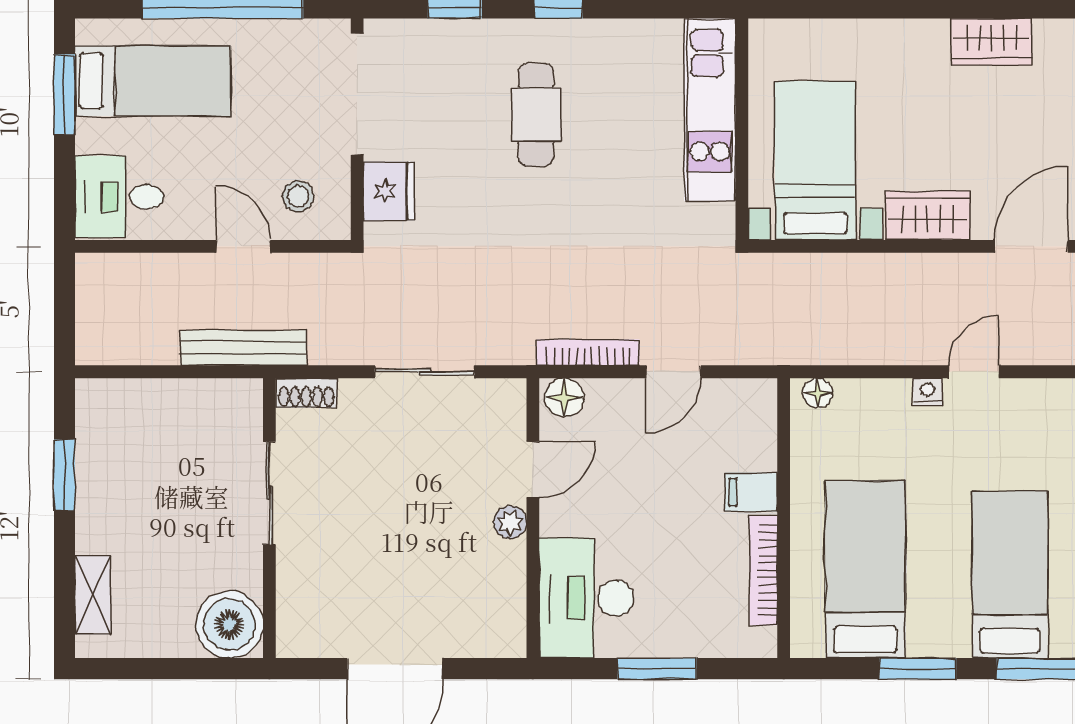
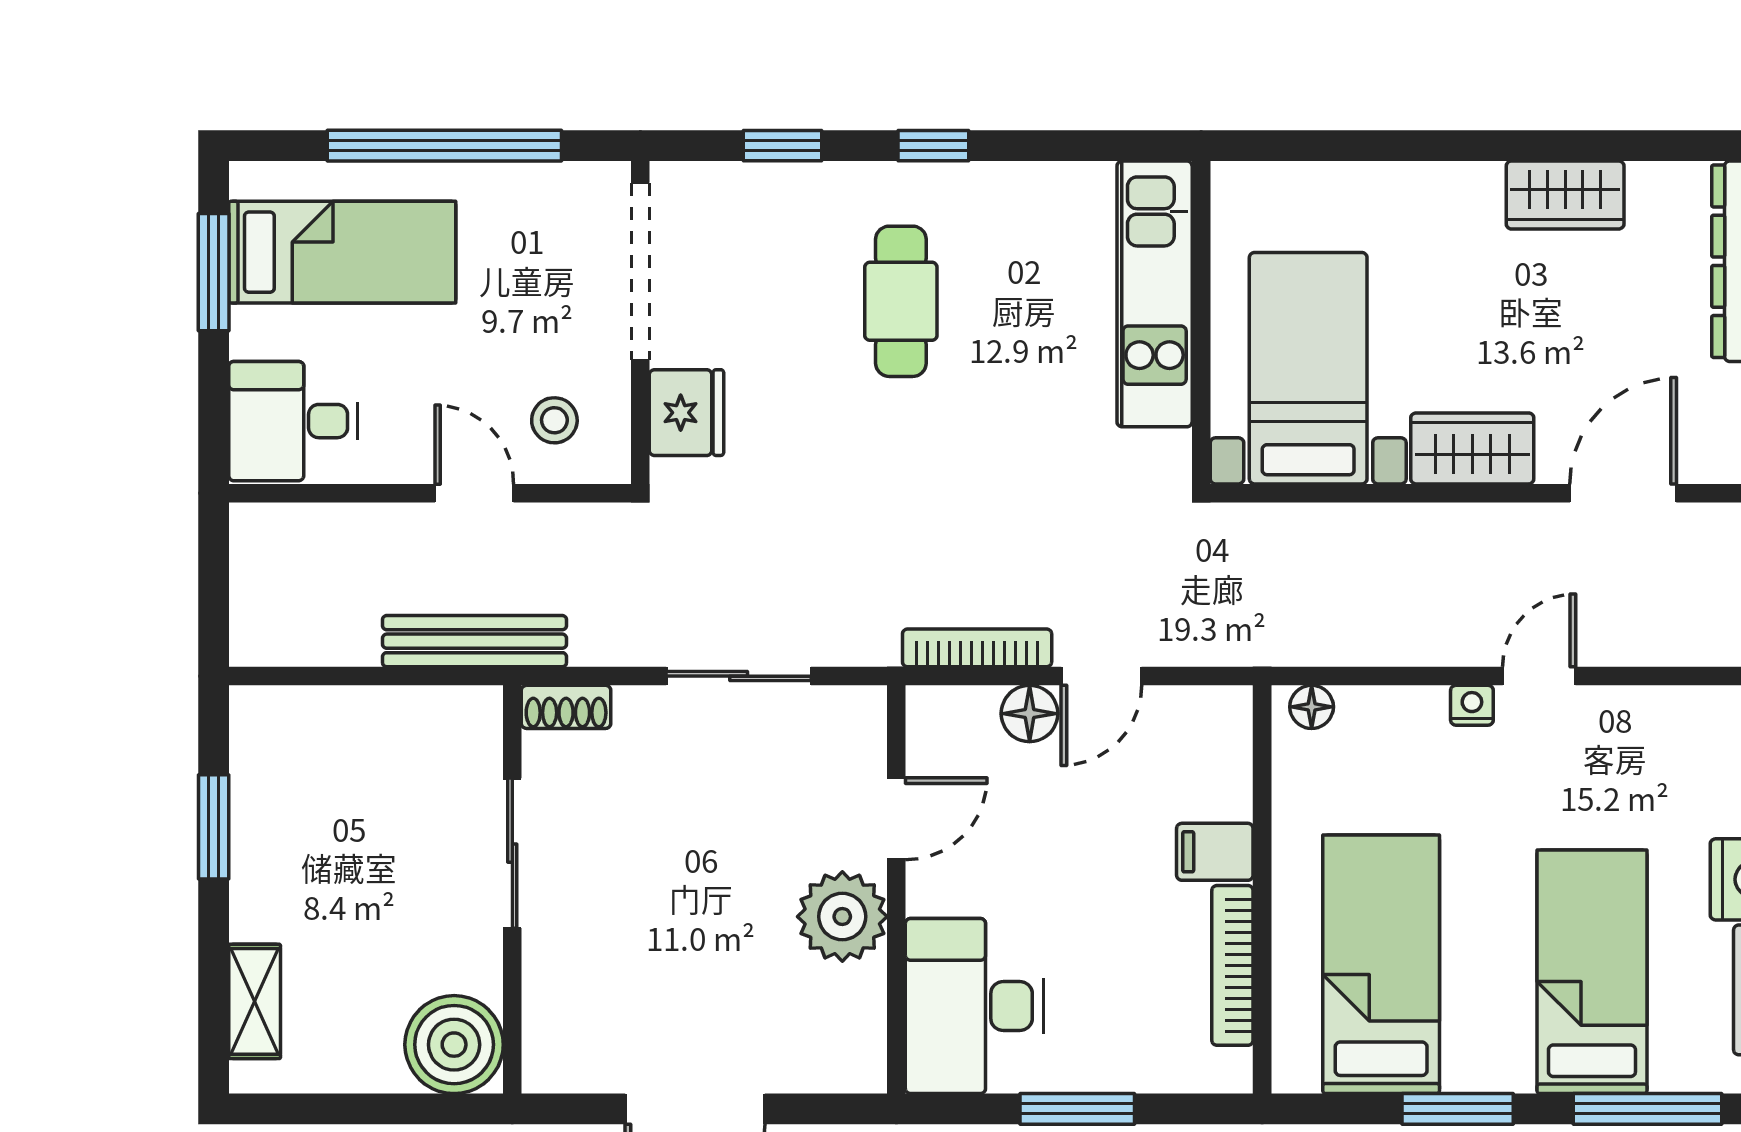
floor lamp: (564, 397) -> (1030, 714), moved
plant: (510, 522) -> (842, 917), width x1.88, depth x1.88

